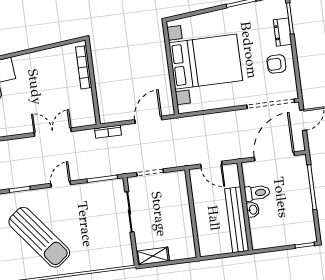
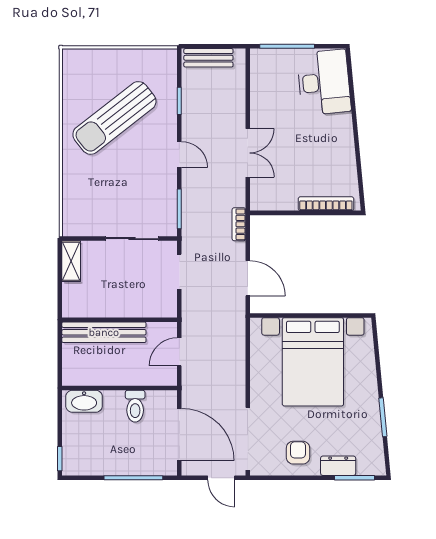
washbasin: (253, 210) -> (84, 401), moved, width x1.91, depth x1.45
bench: (237, 220) -> (104, 332), moved

